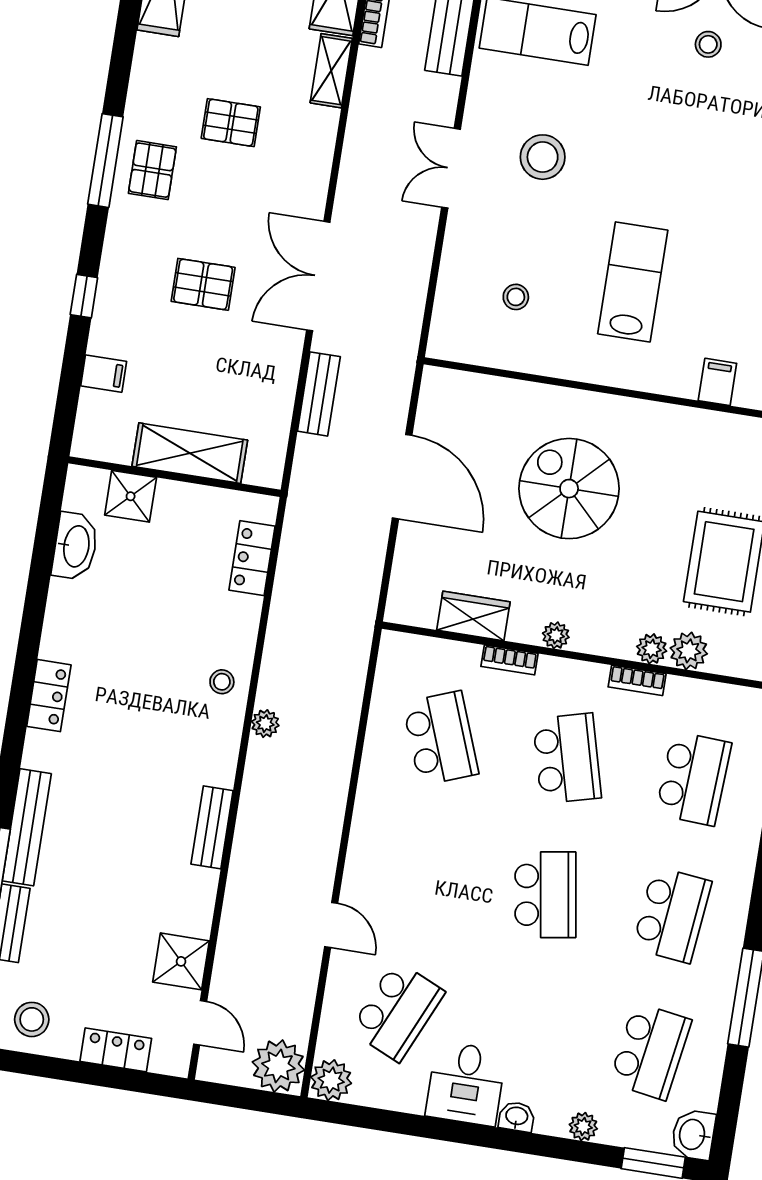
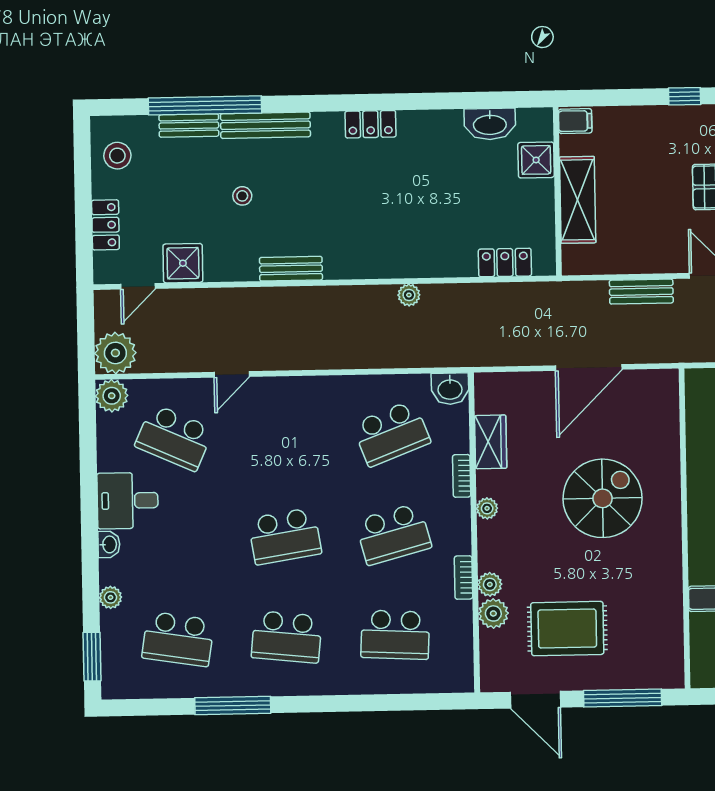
filing cabinet: (104, 374) -> (575, 121), moved, turned -90
stool: (222, 682) -> (242, 196), moved
plant: (265, 724) -> (409, 295), moved
washbasin: (693, 1135) -> (450, 389), moved, turned 180

